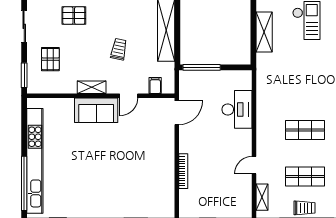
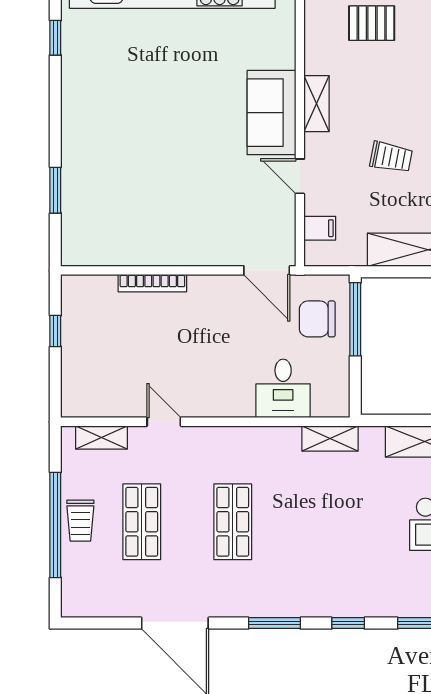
shelving: (263, 80) -> (330, 438), added
chair: (202, 87) -> (317, 319), added
desk: (237, 109) -> (283, 388), width x0.73

